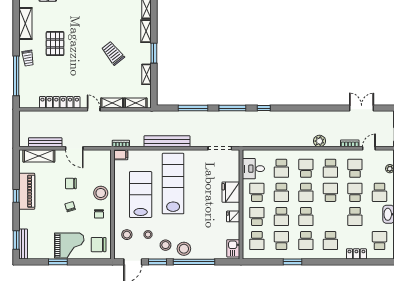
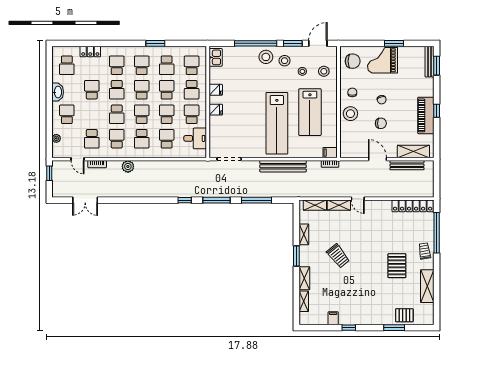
locker: (60, 102) -> (413, 206), moved
door: (369, 148) -> (78, 159), hinge flipped
fridge: (231, 192) -> (216, 110), width x0.53, depth x0.75
school desk: (257, 192) -> (192, 114), turned 180
school desk: (355, 192) -> (117, 90), moved

